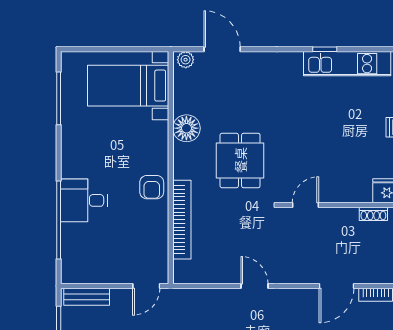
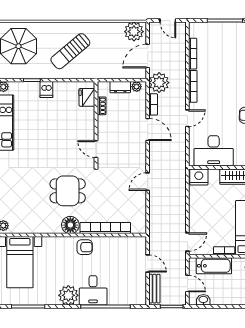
floor lamp: (186, 128) -> (70, 225), moved
plant: (76, 162) -> (68, 295), added
door: (146, 286) -> (148, 263), moved

